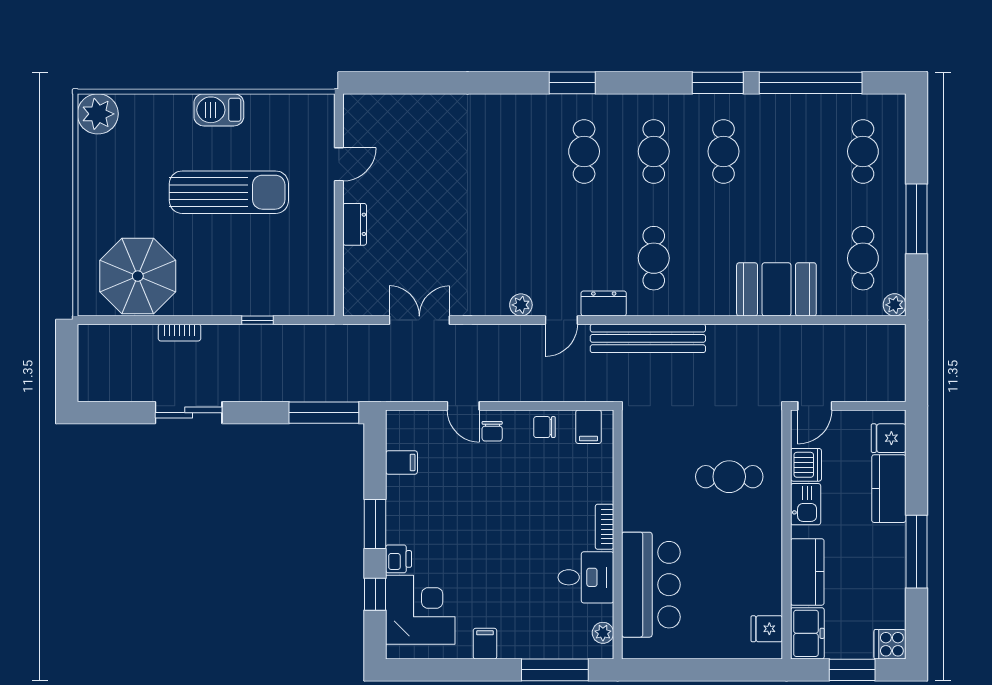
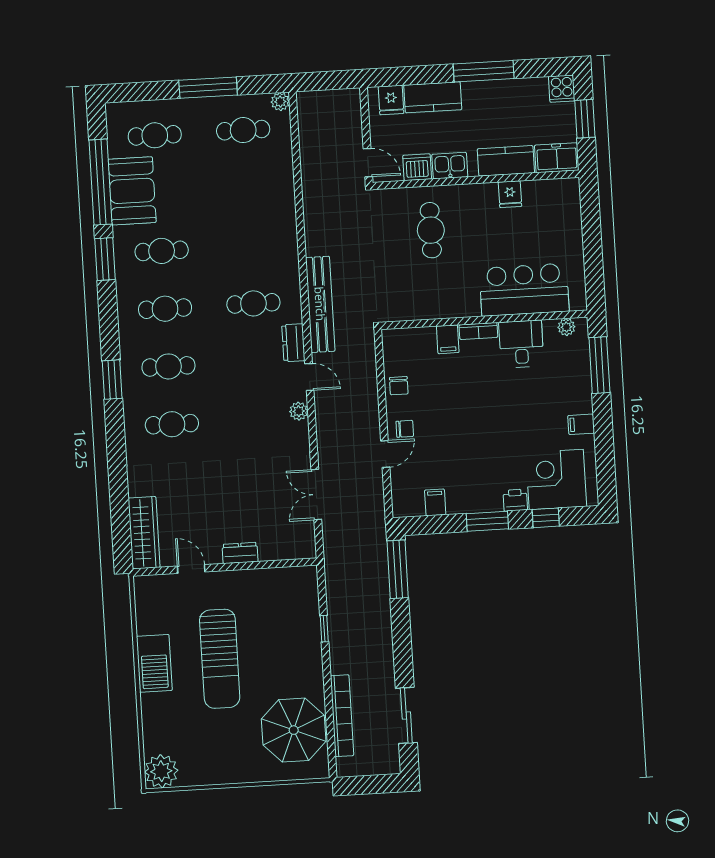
barbecue: (219, 110) -> (154, 663), width x1.37, depth x1.21
wardrobe: (386, 110) -> (144, 533), added
cafe table: (514, 151) -> (172, 424), added
sun lounger: (229, 192) -> (220, 659), turned 180
booth: (776, 289) -> (132, 191), moved
bookcase: (179, 333) -> (342, 716), width x2.31, depth x1.31
sliding door: (189, 413) -> (406, 715), moved
filing cabinet: (588, 427) -> (448, 339), moved, turned 90
fridge: (767, 629) -> (510, 194), moved

